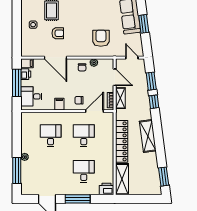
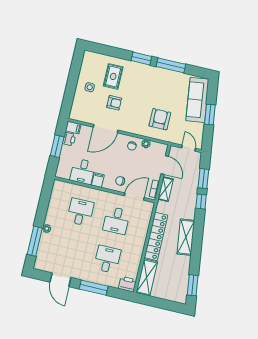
door: (56, 58) -> (106, 129), hinge flipped
window: (17, 83) -> (57, 146), width x0.69
desk: (31, 96) -> (83, 171), moved, turned -90
desk: (84, 136) -> (116, 220), turned 180

